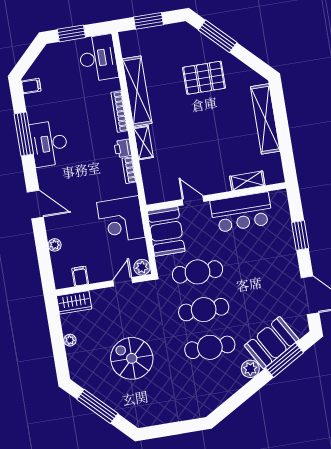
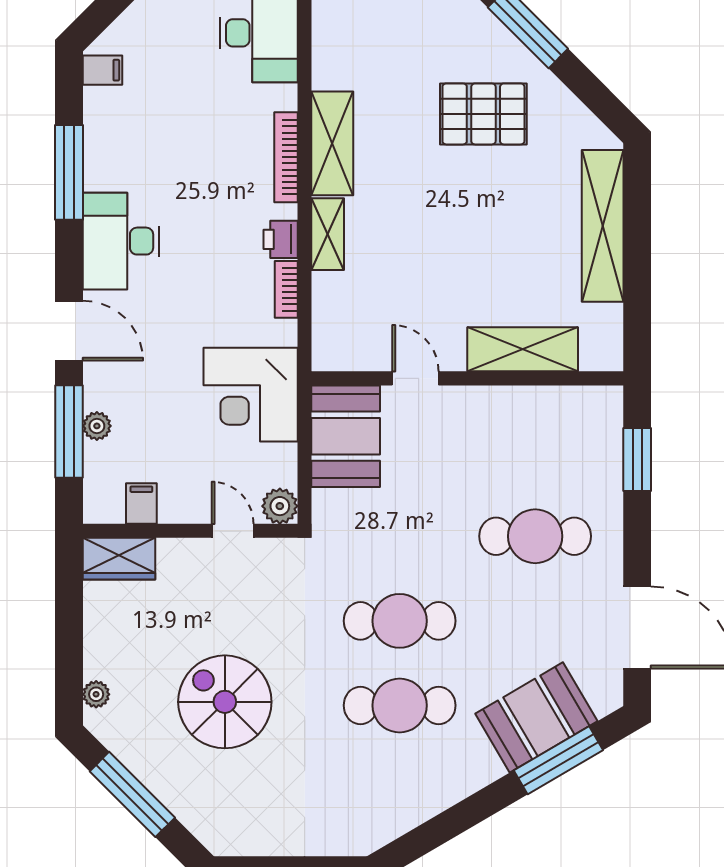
shelving: (137, 91) -> (332, 143), width x0.68
desk: (49, 144) -> (121, 241), moved
shelving: (247, 181) -> (523, 349), width x1.50, depth x1.33
bar counter: (242, 212) -> (517, 422), removed
window: (300, 235) -> (637, 459), moved
window: (43, 249) -> (69, 432), added
cafe table: (198, 272) -> (535, 536), moved
door: (123, 282) -> (233, 531), hinge flipped
plant: (70, 340) -> (96, 694), moved
plant: (250, 369) -> (480, 767), removed

